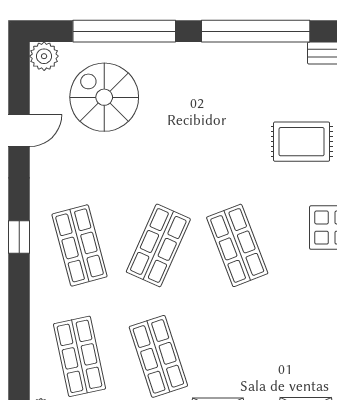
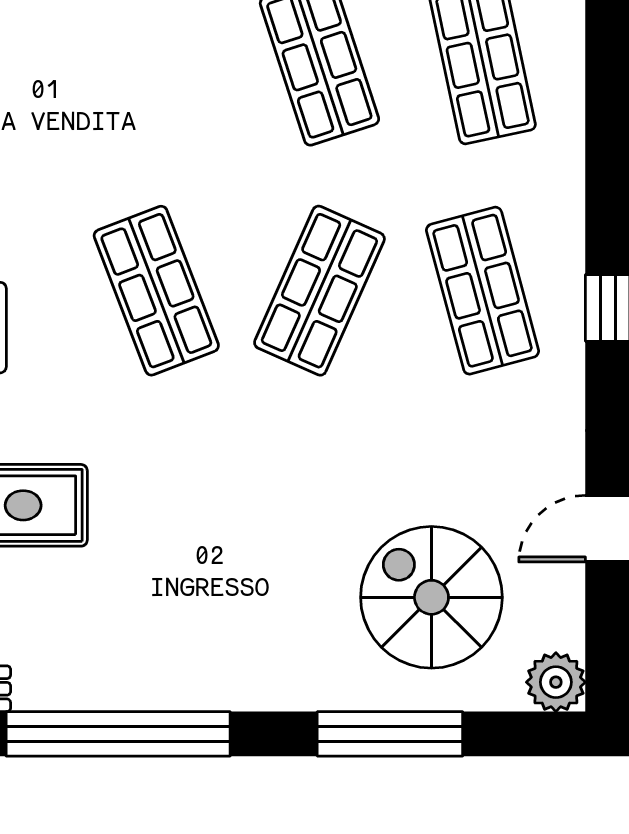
window: (124, 31) -> (390, 734), width x0.68
spiral stairs: (104, 97) -> (431, 597), turned 180

